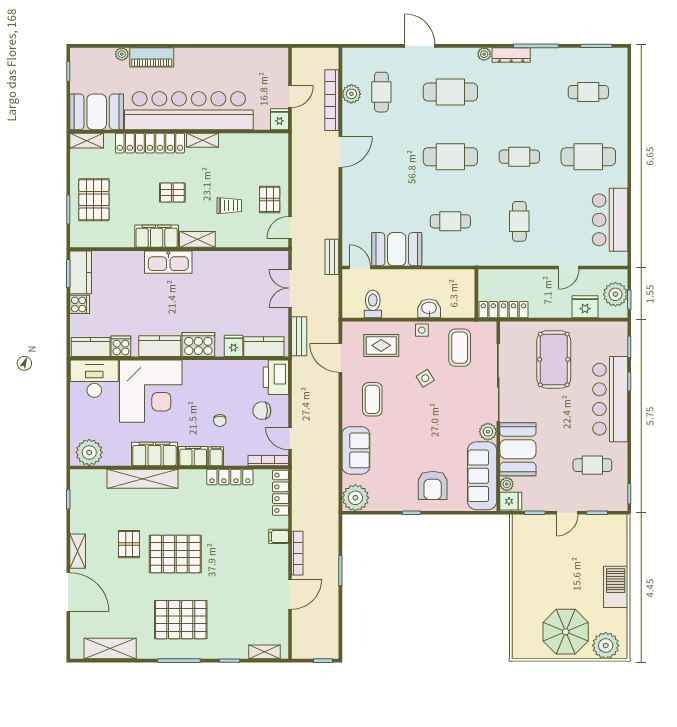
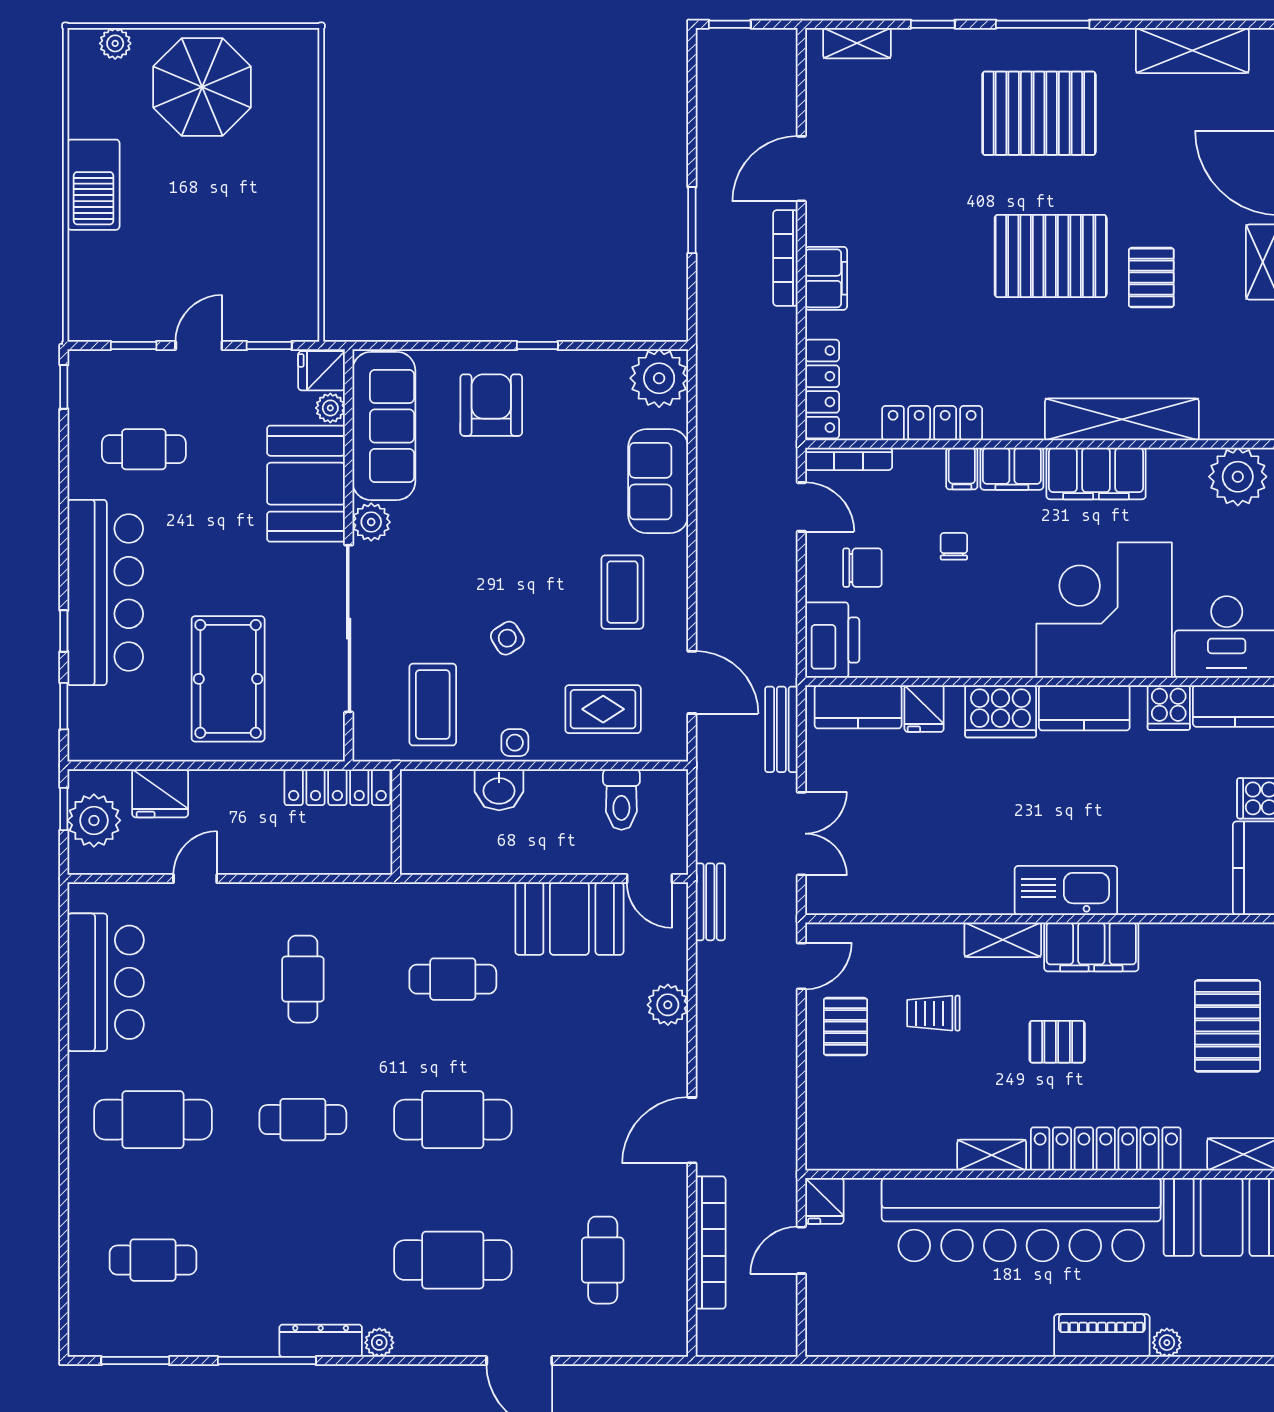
plant: (351, 94) -> (668, 1005), moved
filing cabinet: (279, 536) -> (826, 278), width x2.00
plant: (606, 645) -> (115, 43), width x0.53, depth x0.53

